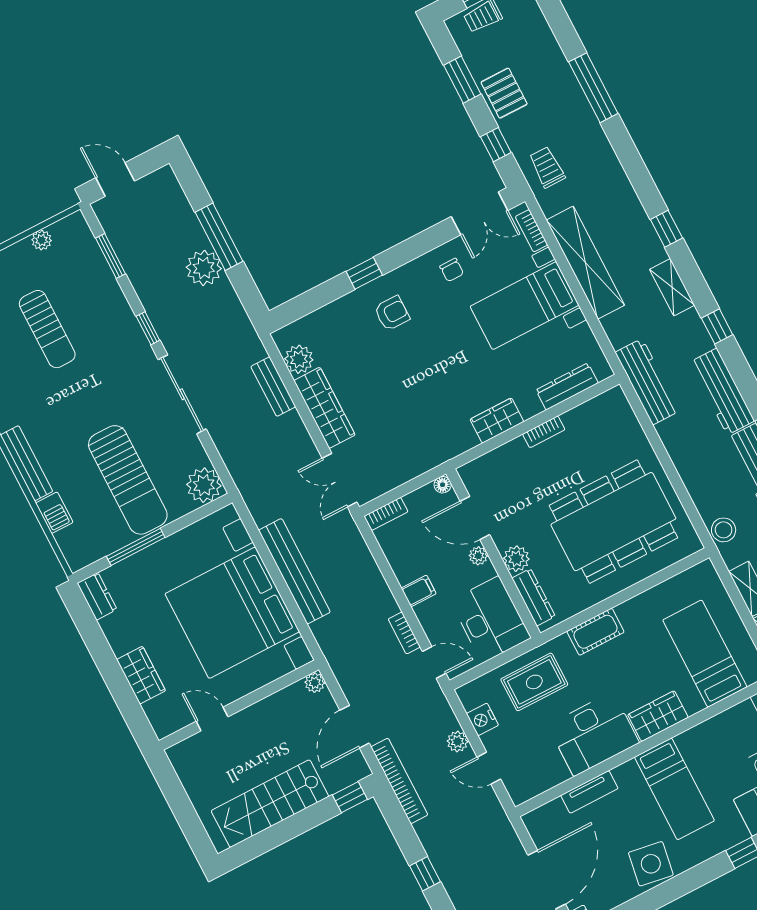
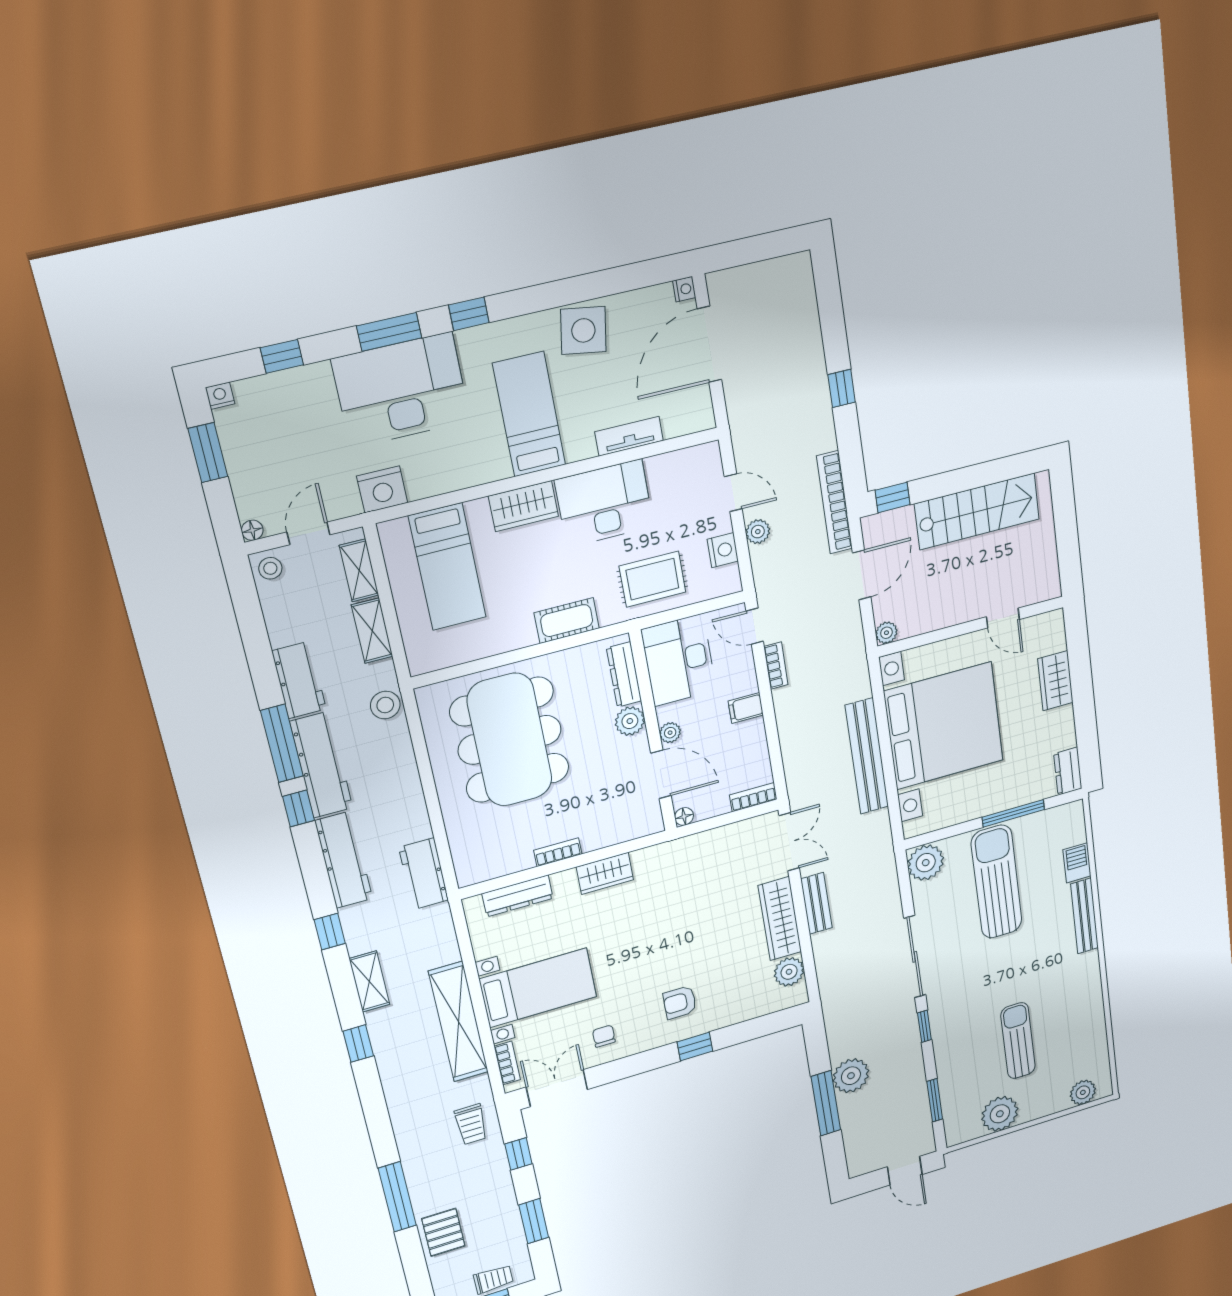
pallet: (504, 93) -> (443, 1232), moved
plant: (42, 240) -> (1000, 1114), width x1.87, depth x1.87
workbench: (647, 382) -> (424, 874), width x0.73
bench: (273, 387) -> (816, 903), moved
dining table: (613, 522) -> (510, 740), turned 90

